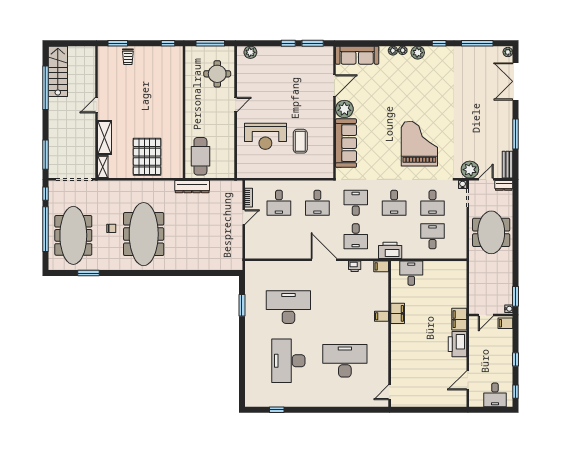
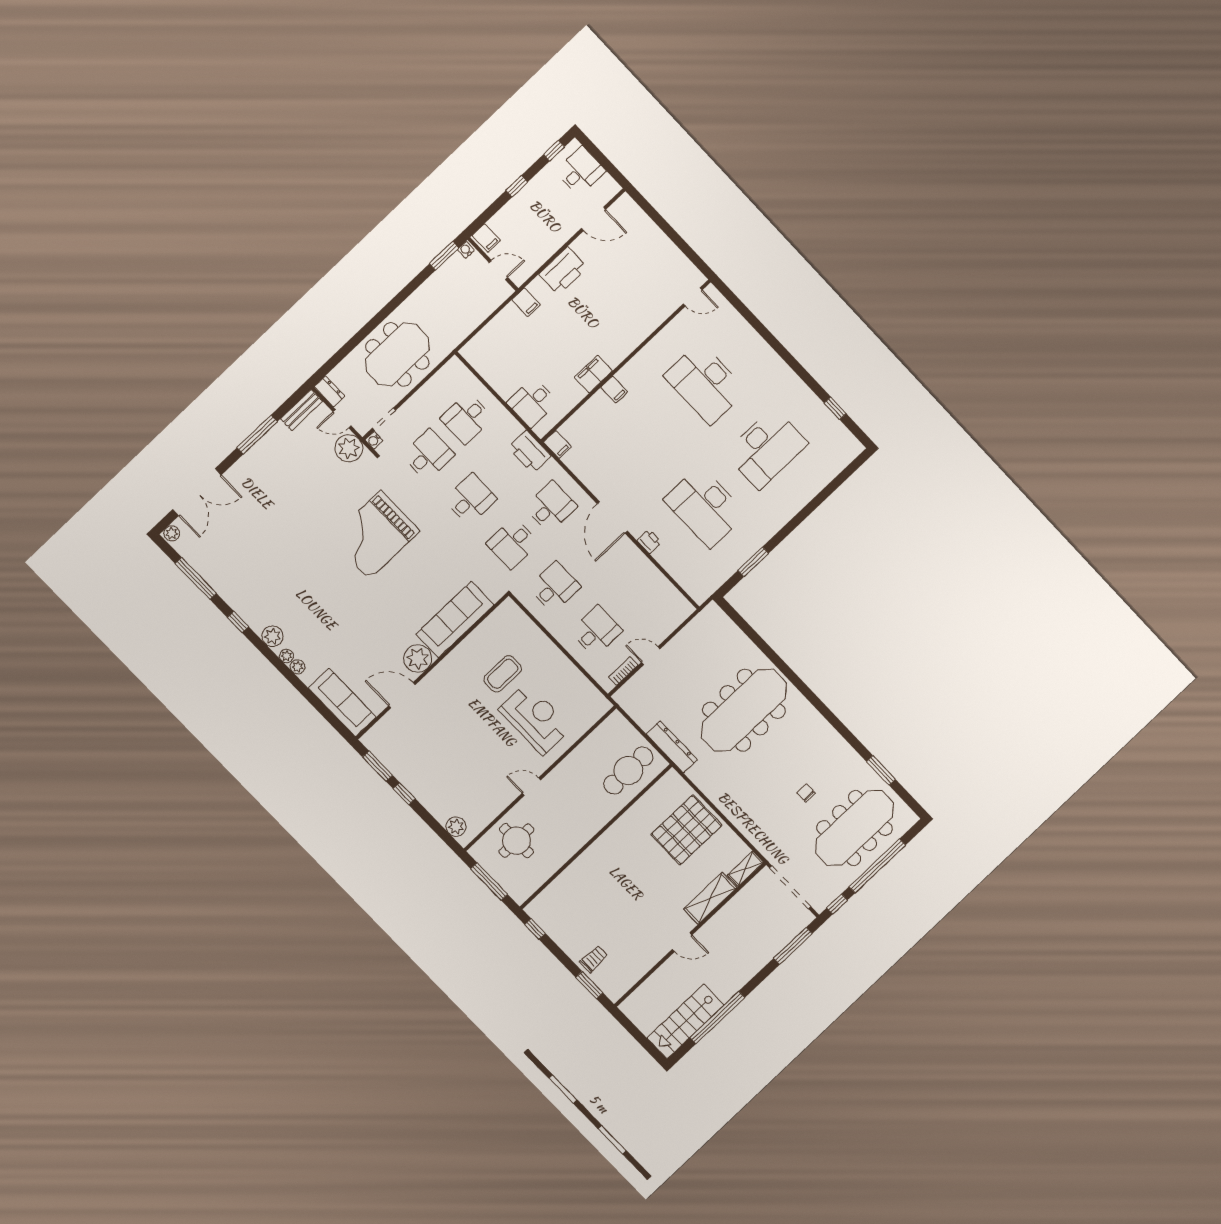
meeting table: (144, 234) -> (744, 710), moved
printer: (355, 266) -> (649, 541), moved
filing cabinet: (459, 319) -> (526, 302), width x0.50

